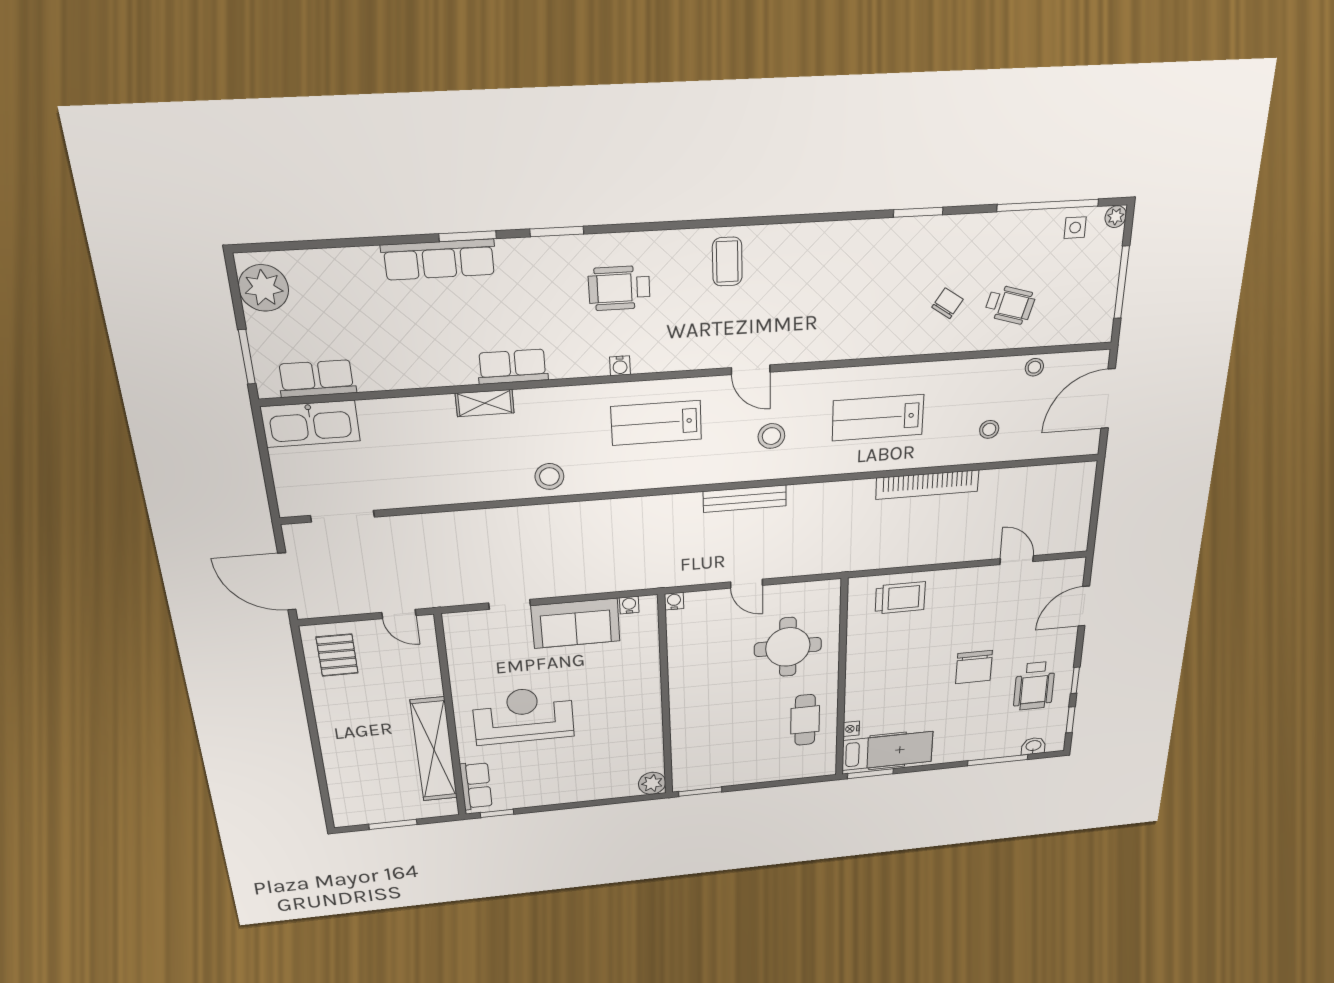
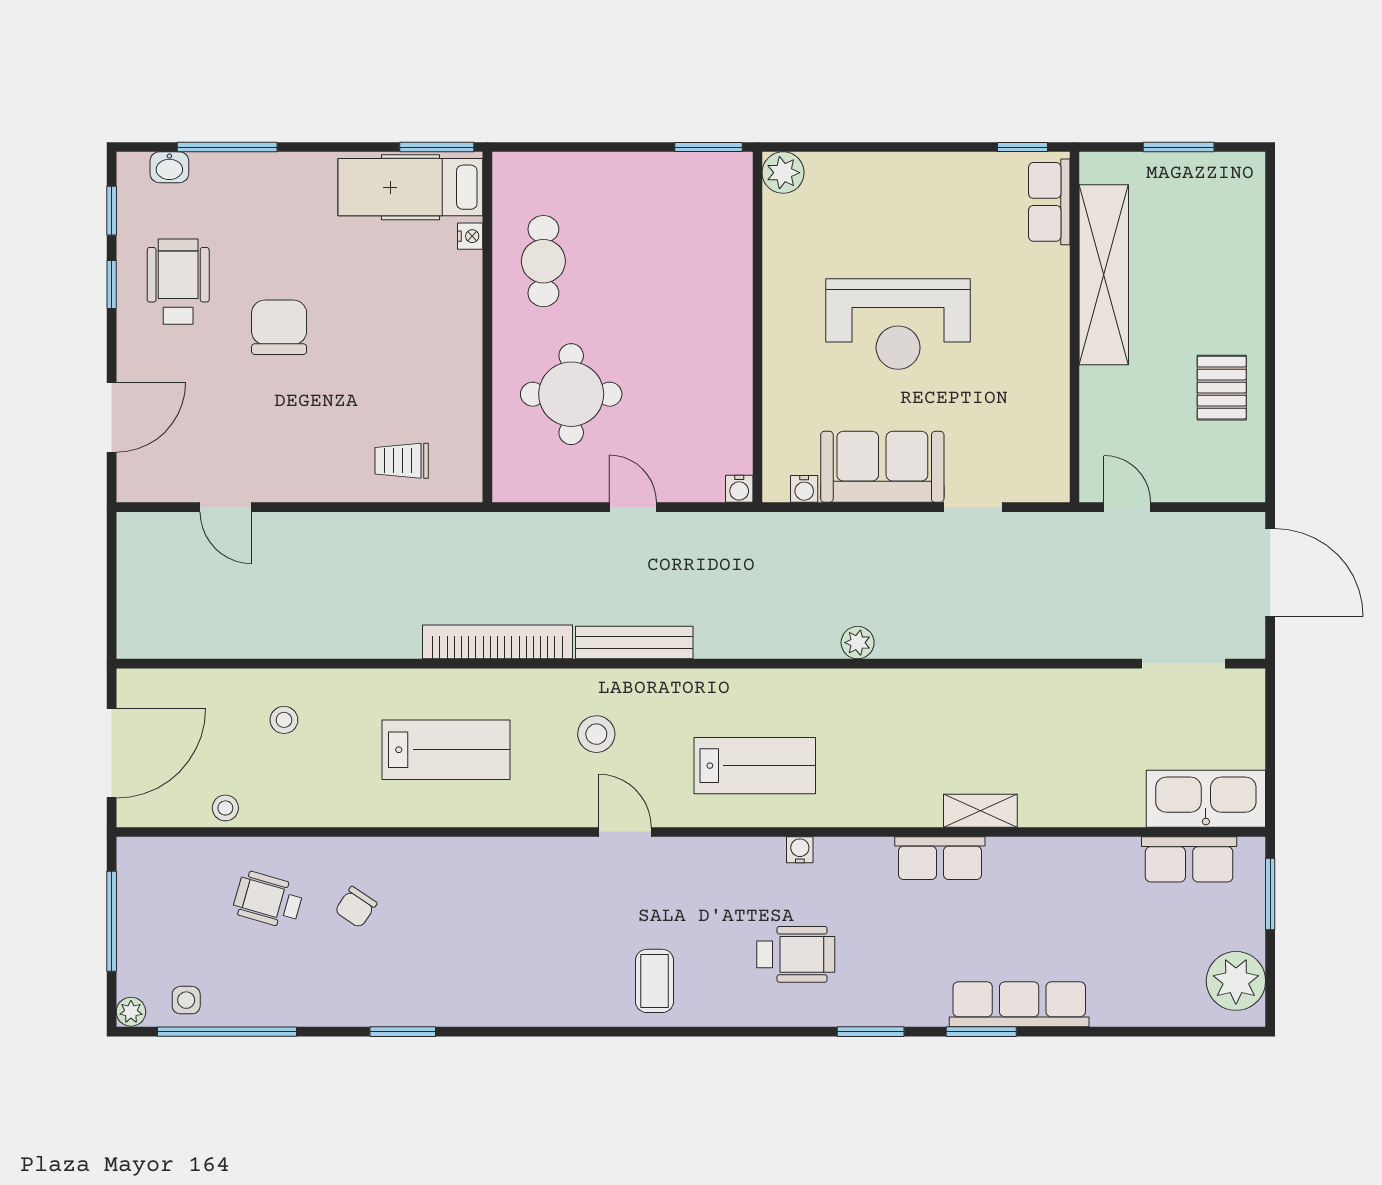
stool: (549, 476) -> (903, 699), removed
bookcase: (927, 485) -> (497, 642), moved
plant: (586, 511) -> (858, 643), added
trolley: (900, 598) -> (402, 461), width x0.73, depth x0.72
pallet: (337, 655) -> (1222, 388), moved
reception desk: (523, 715) -> (898, 324), moved

